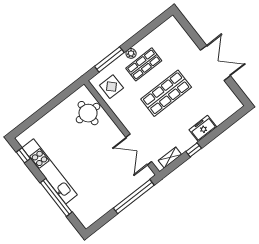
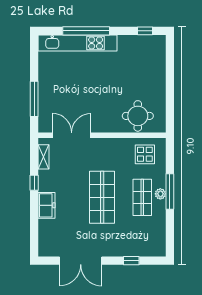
window: (195, 37) -> (131, 261), added
window: (109, 59) -> (170, 192), moved
double door: (215, 63) -> (81, 261), moved
kitchen unit: (50, 171) -> (77, 43), moved
window: (134, 197) -> (34, 99), width x0.68

